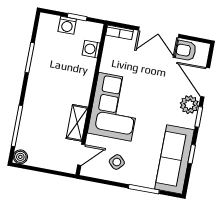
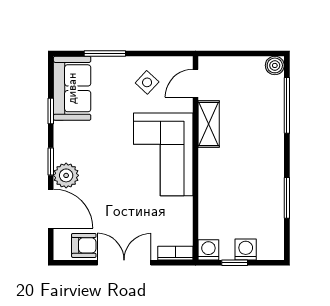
washing machine: (91, 49) -> (208, 250), moved, turned -90
sofa: (174, 159) -> (72, 88), width x0.73

